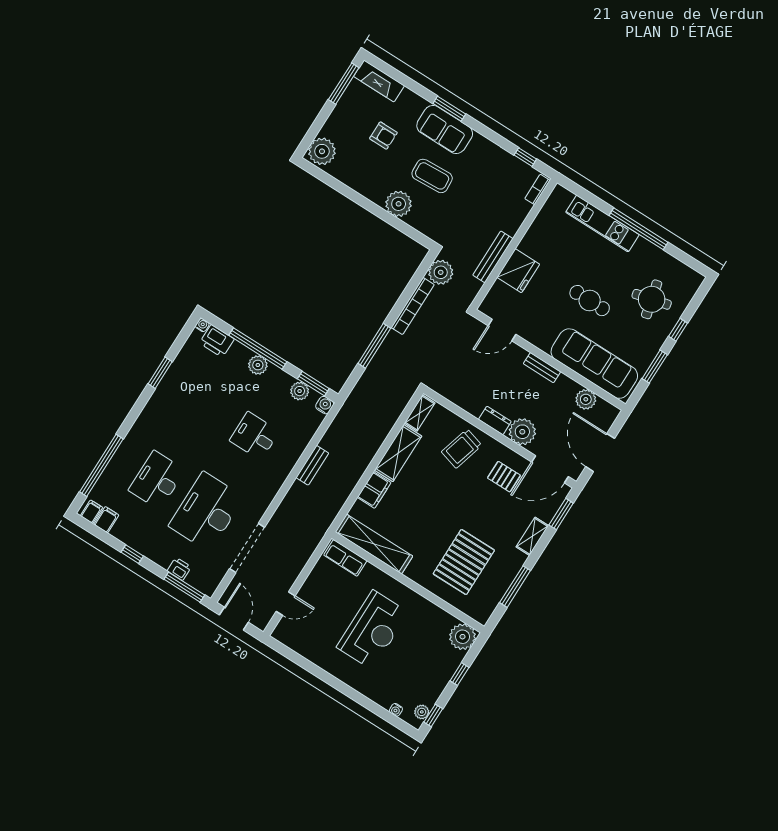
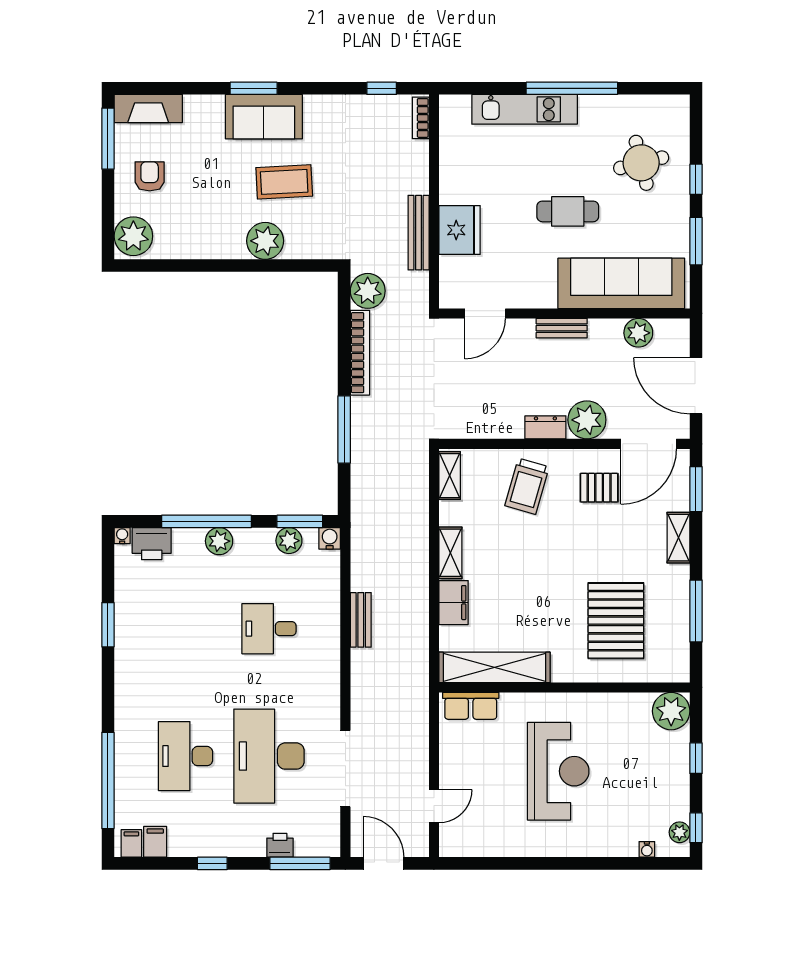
armchair: (383, 136) -> (150, 176), moved, turned -90
shelving: (398, 453) -> (450, 553), width x0.67, depth x0.75

